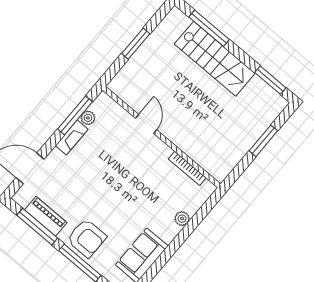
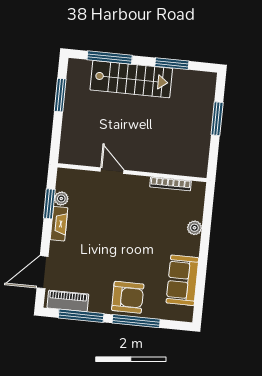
window: (136, 44) -> (60, 95), moved
window: (270, 80) -> (172, 64), moved
window: (75, 115) -> (49, 204), width x0.69
piano: (46, 216) -> (68, 301), moved

